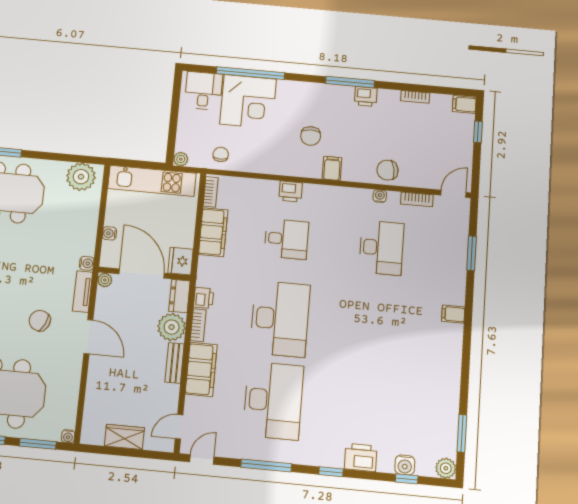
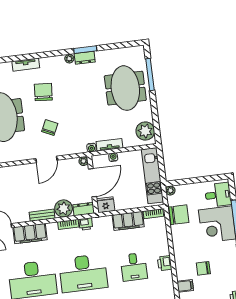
chair: (221, 154) -> (179, 215), width x1.87, depth x1.87
tv unit: (83, 292) -> (109, 145), moved
filing cabinet: (201, 369) -> (30, 234), moved

